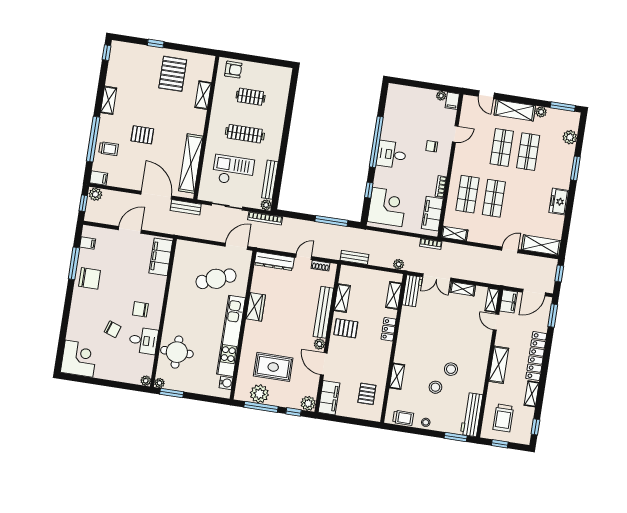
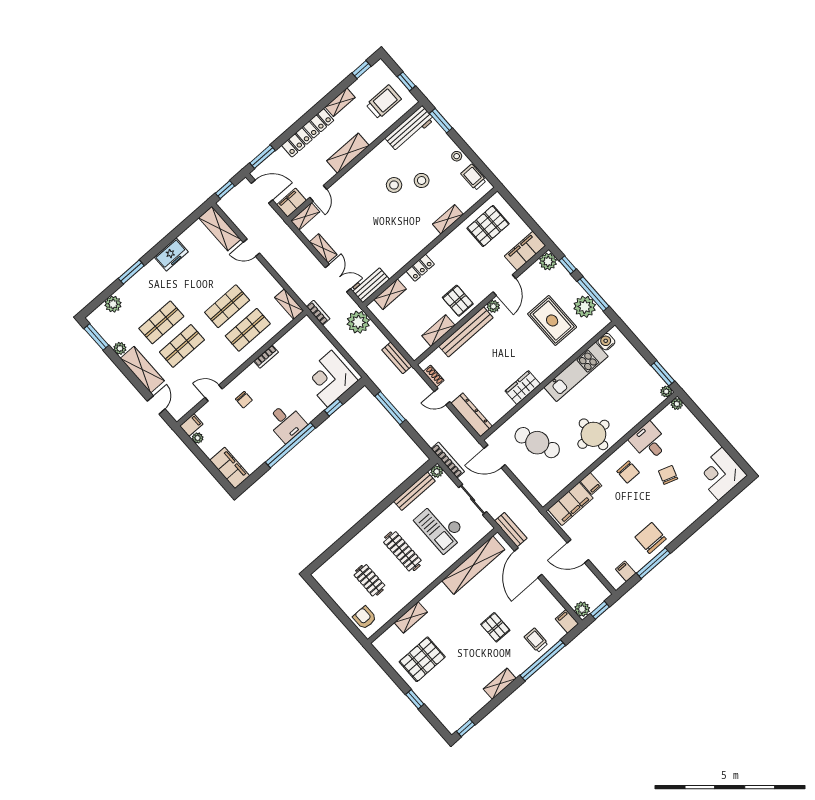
filing cabinet: (432, 214) -> (230, 468), moved, turned -90
plant: (399, 264) -> (358, 322), width x1.88, depth x1.88
filing cabinet: (158, 281) -> (591, 483), added
kitchen unit: (231, 336) -> (576, 372), width x0.73
round table: (177, 352) -> (593, 434), moved
pallet: (367, 394) -> (488, 226), width x1.50, depth x1.42

